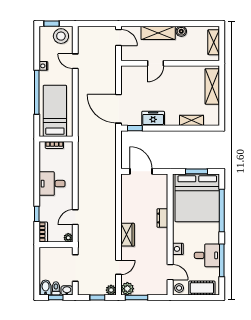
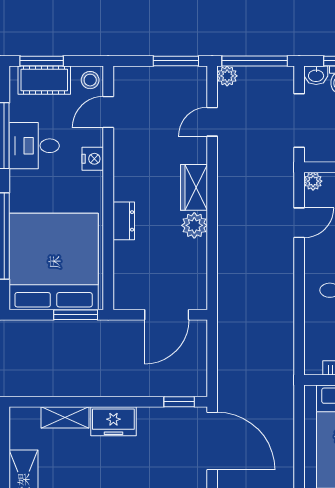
freezer: (153, 118) -> (113, 421), moved
door: (141, 171) -> (167, 315), hinge flipped
window: (196, 171) -> (76, 315), moved
door: (170, 272) -> (108, 112), hinge flipped
plant: (127, 289) -> (194, 225), moved
window: (97, 297) -> (255, 61), width x2.17
window: (203, 297) -> (42, 61), added

